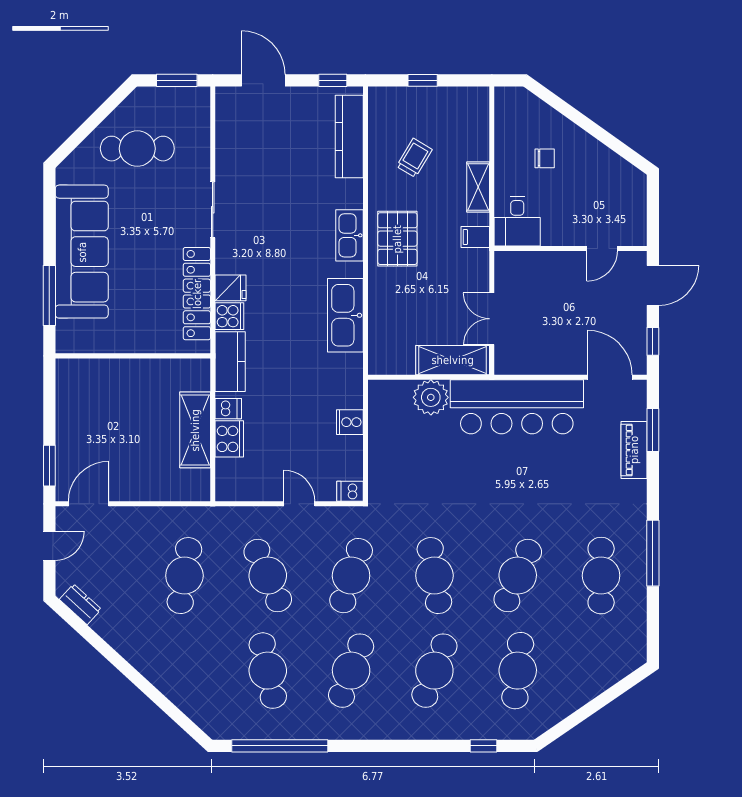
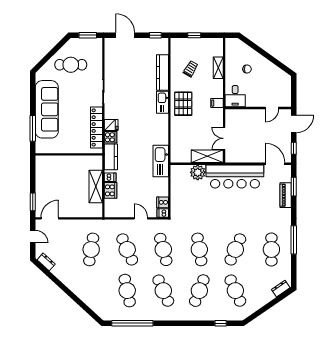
kitchen counter: (349, 137) -> (162, 72), moved
shelving: (478, 187) -> (218, 68), moved
kitchen sink: (345, 315) -> (161, 161), moved
cooker: (350, 422) -> (163, 202), moved
door: (49, 546) -> (33, 237), hinge flipped
cafe table: (351, 576) -> (163, 249), turned -33
dresser: (623, 666) -> (281, 289), added
cafe table: (351, 671) -> (163, 291), turned -45
cafe table: (518, 671) -> (235, 291), turned -30

